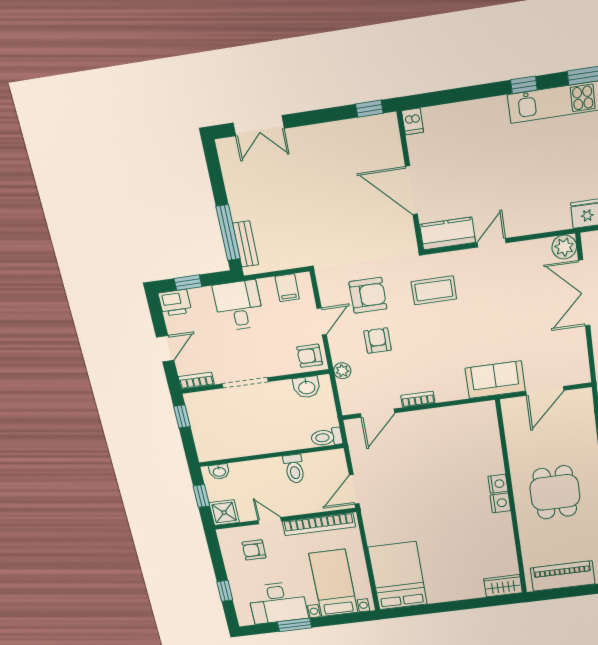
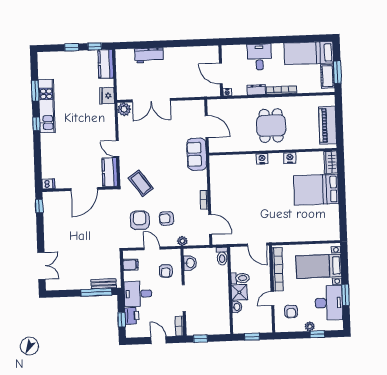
coffee table: (434, 290) -> (141, 183), turned -36
printer: (175, 303) -> (132, 316), moved
armchair: (310, 356) -> (166, 271), moved
washbasin: (219, 472) -> (237, 307), moved
dining table: (555, 492) -> (271, 126), turned 90
nightstand: (500, 503) -> (290, 158), moved
shower: (224, 513) -> (239, 292), moved
bed: (398, 576) -> (316, 190), moved
plant: (235, 579) -> (310, 326), added

